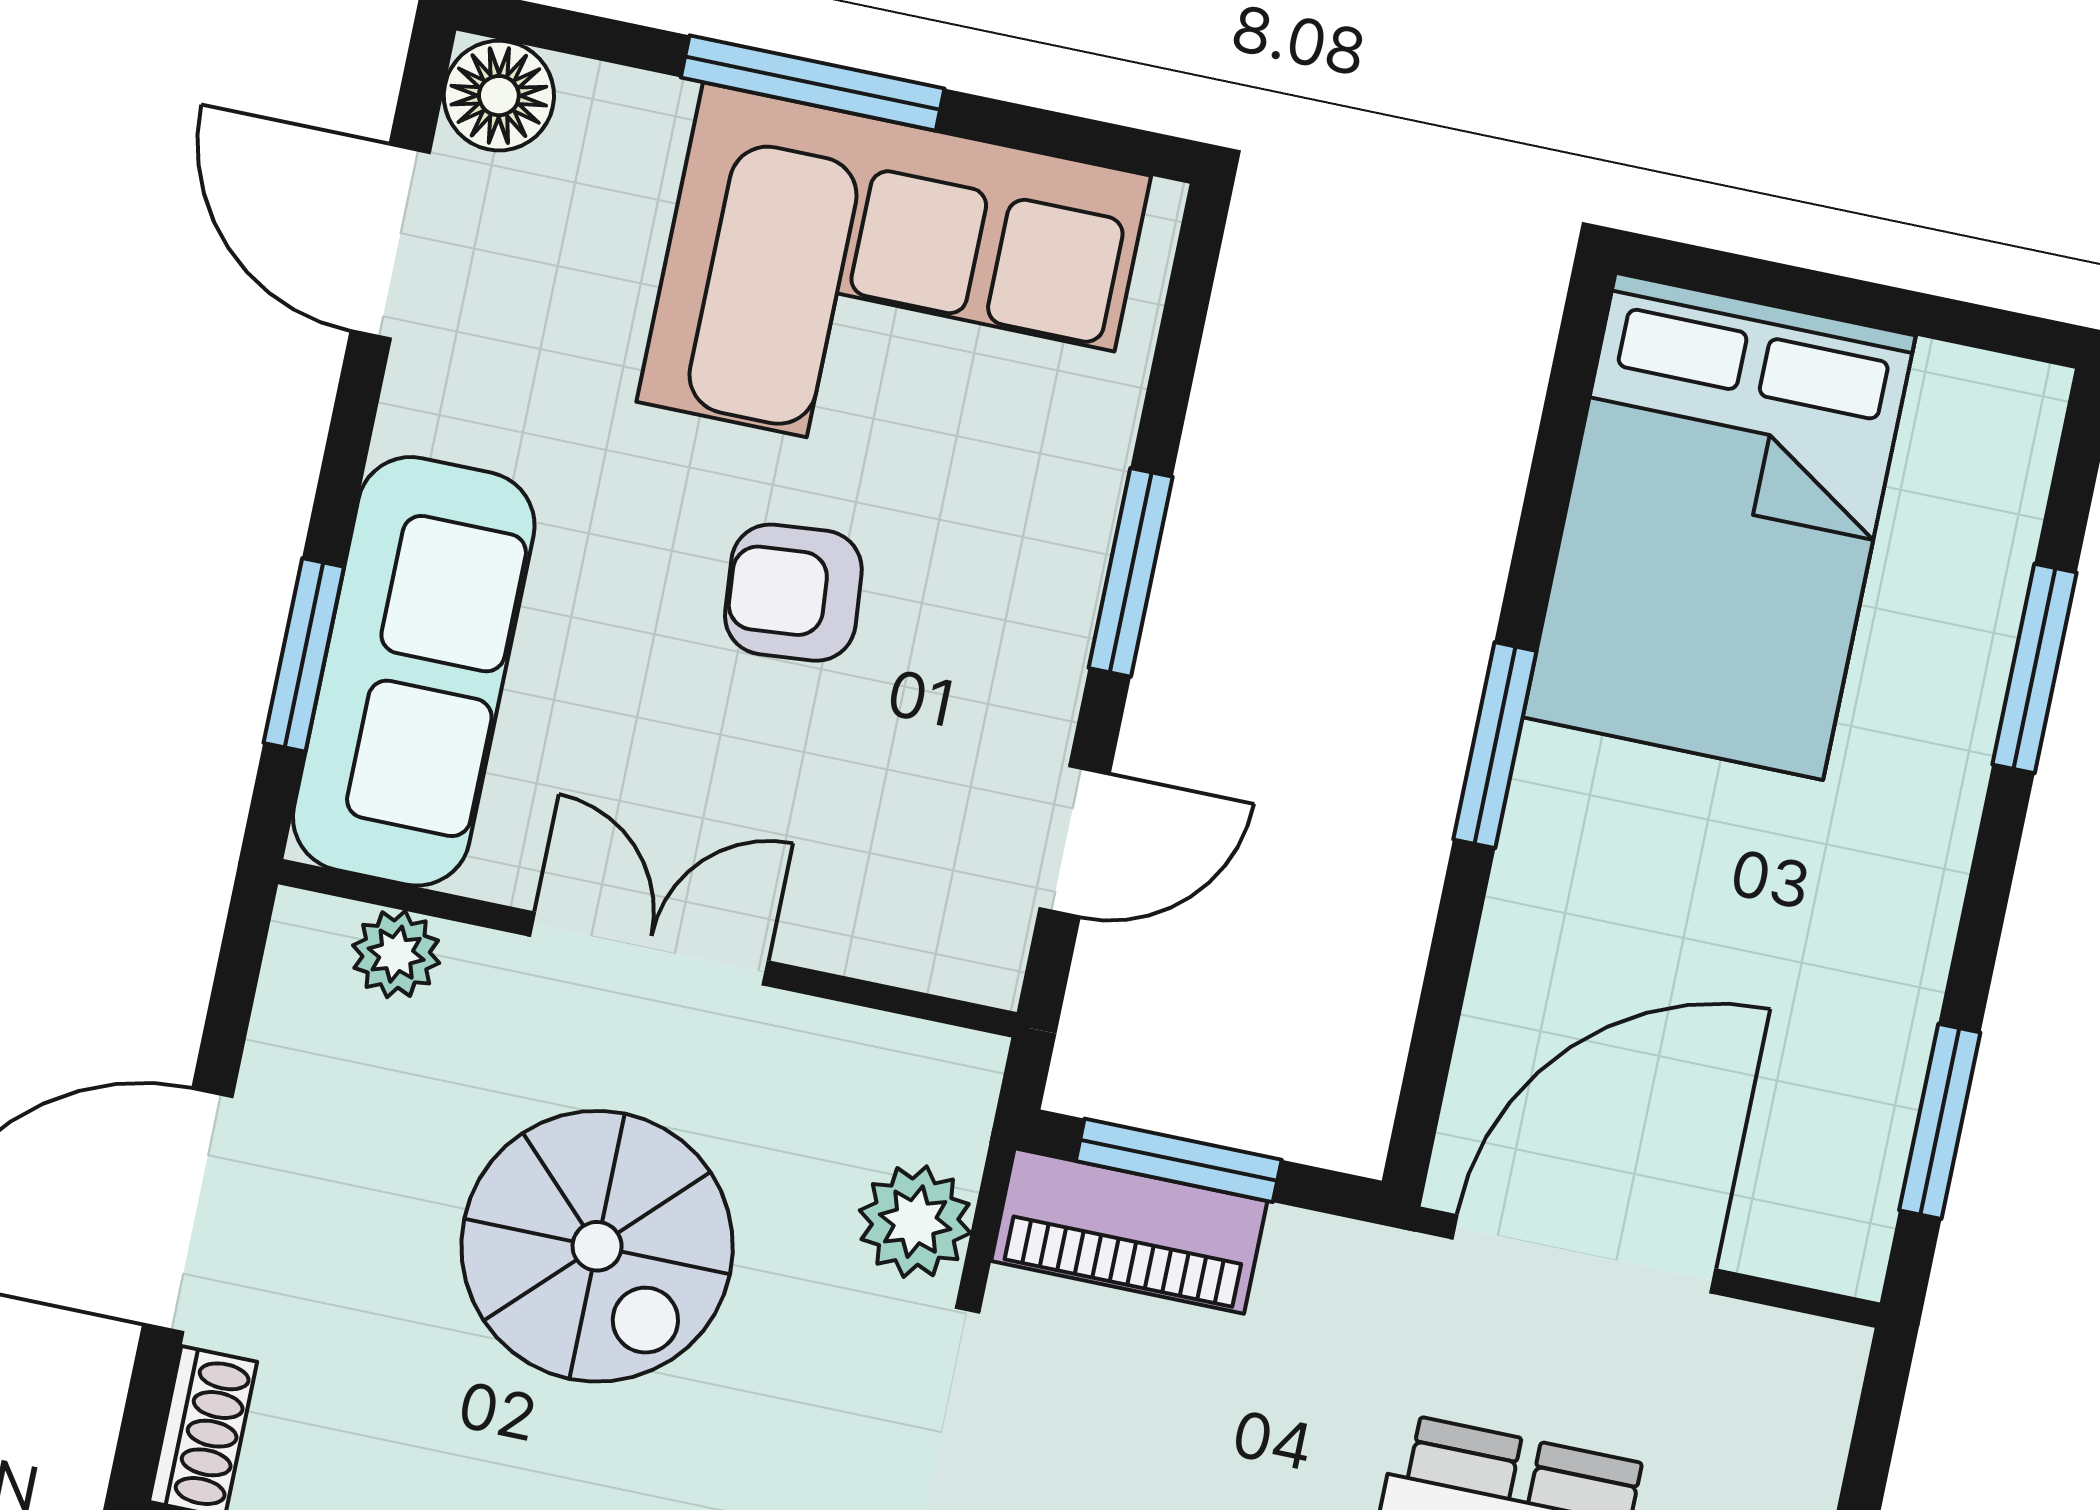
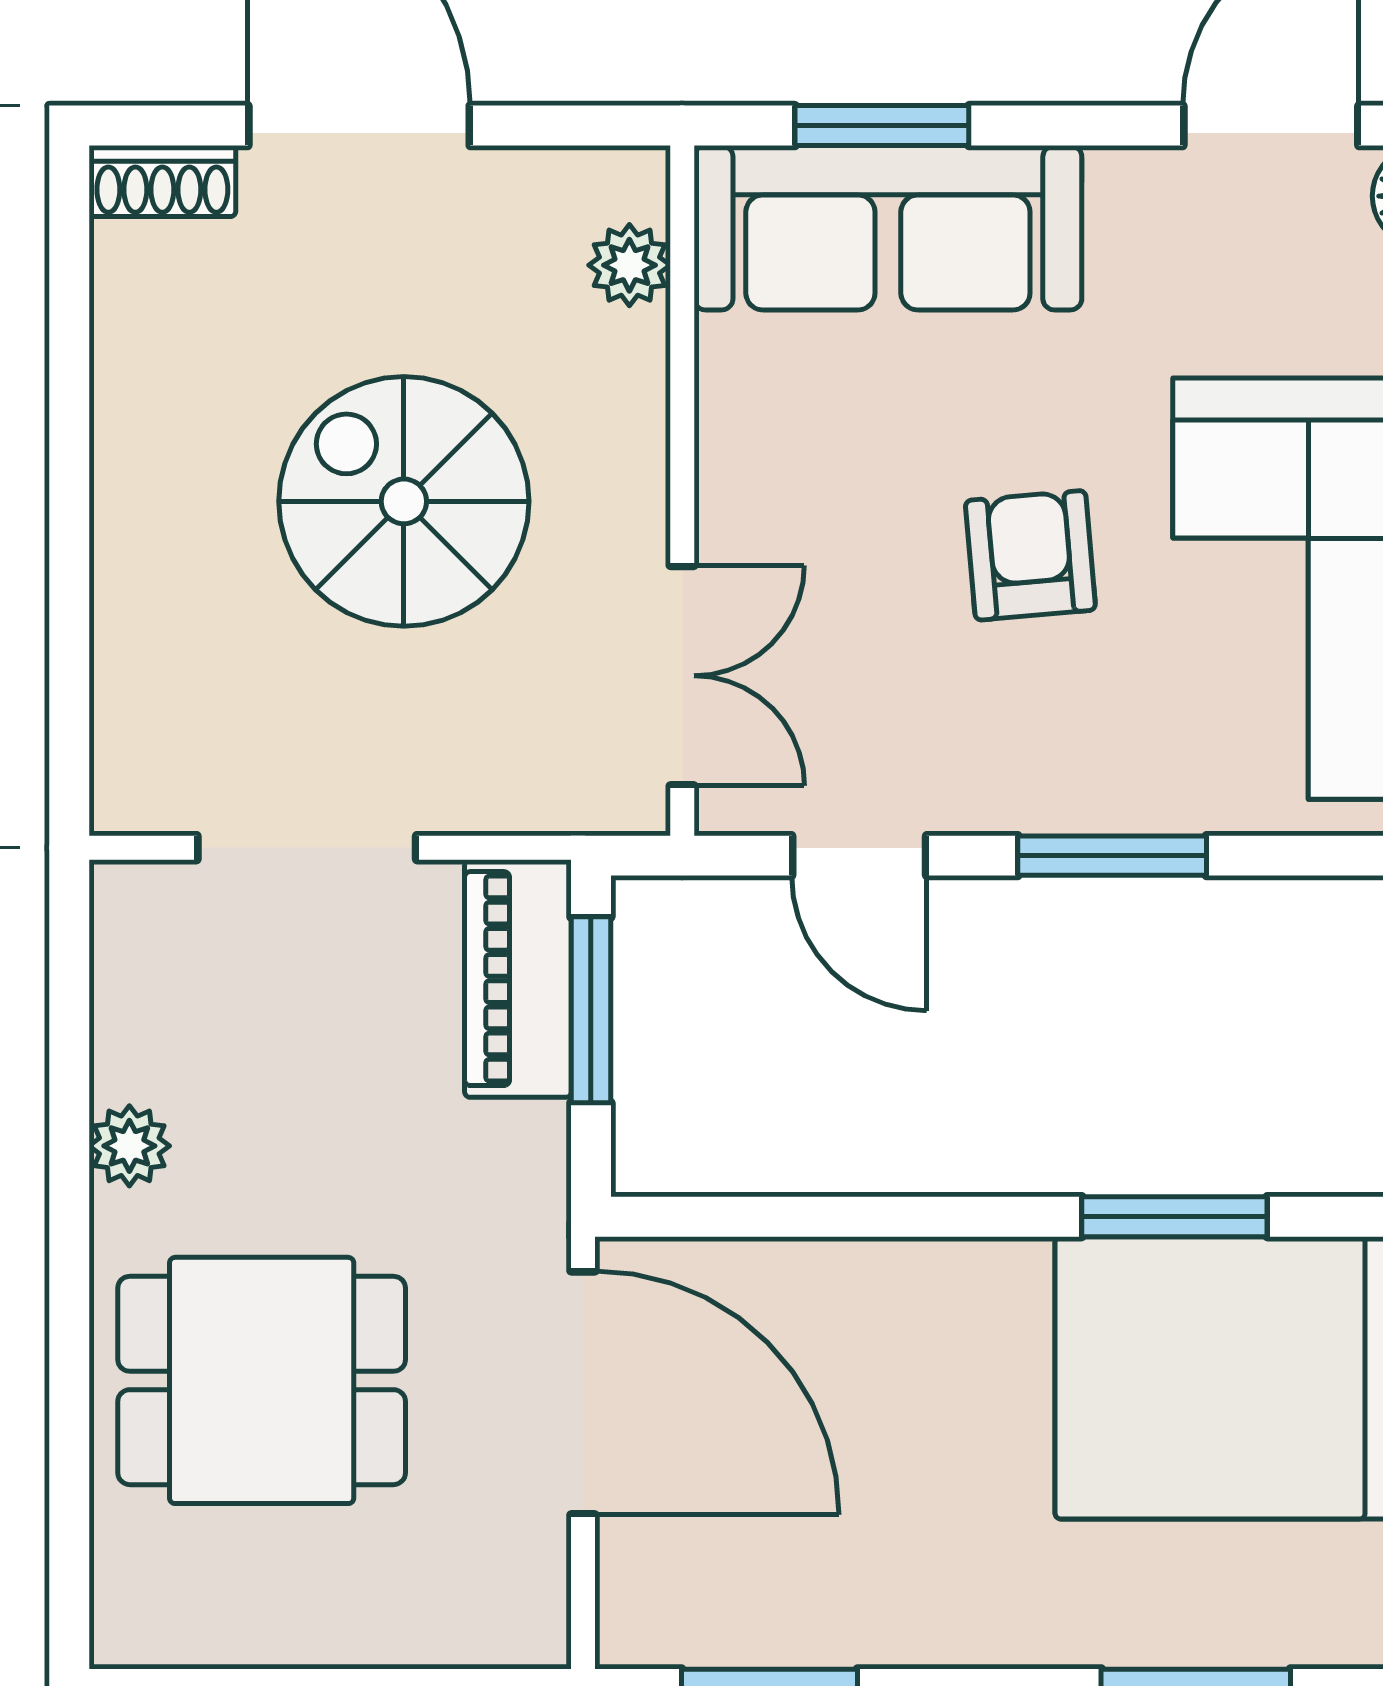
window: (1495, 745) -> (1174, 1217), moved
double door: (649, 949) -> (682, 676), moved
plant: (915, 1222) -> (486, 784), removed
spiral stairs: (597, 1246) -> (404, 501), turned 90

